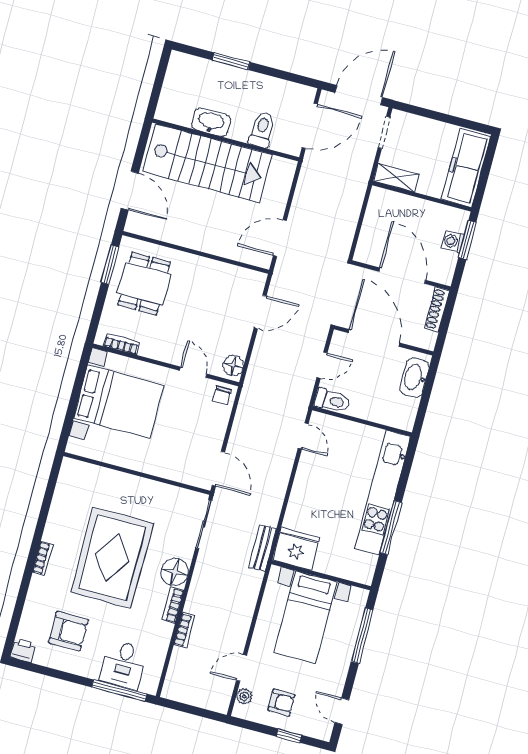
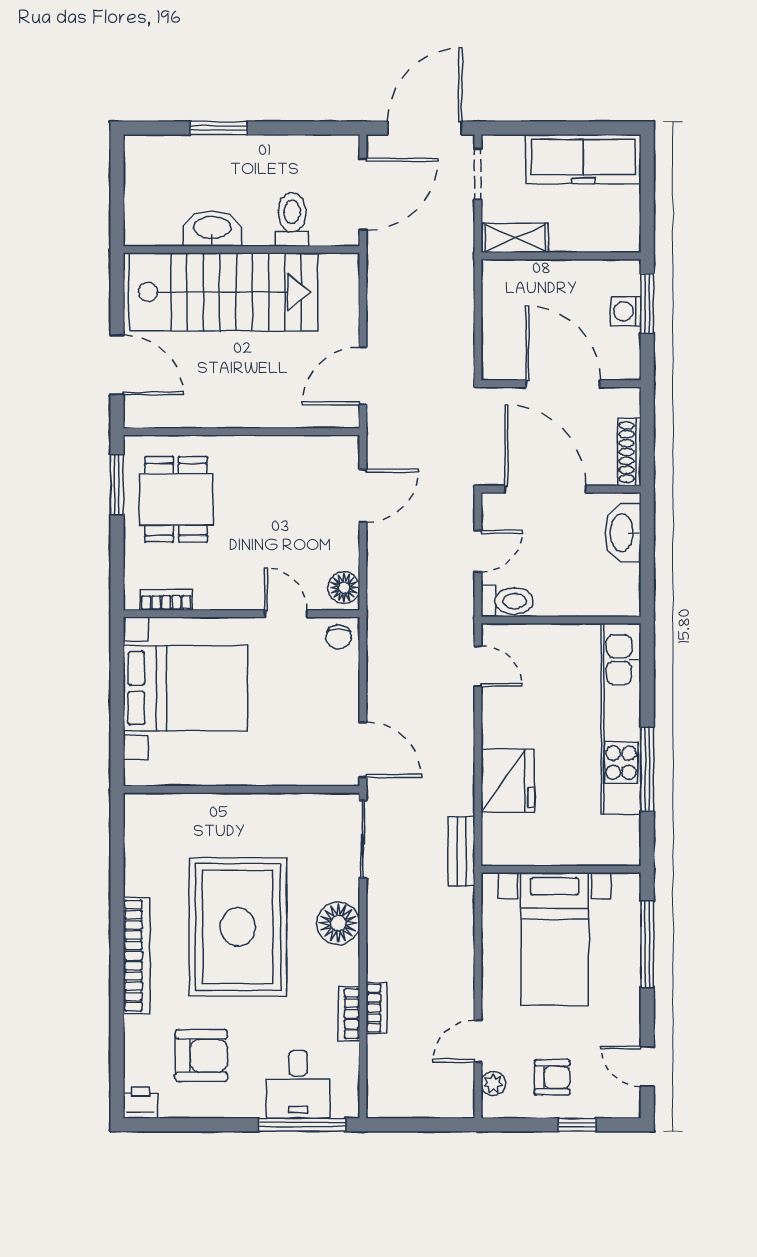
freezer: (466, 168) -> (583, 159), moved, turned -90
shoe rack: (437, 309) -> (629, 452), moved
fridge: (296, 549) -> (508, 781), moved, turned 90
bookcase: (43, 558) -> (137, 956), width x2.31, depth x1.31
bookcase: (173, 605) -> (349, 1014), moved

